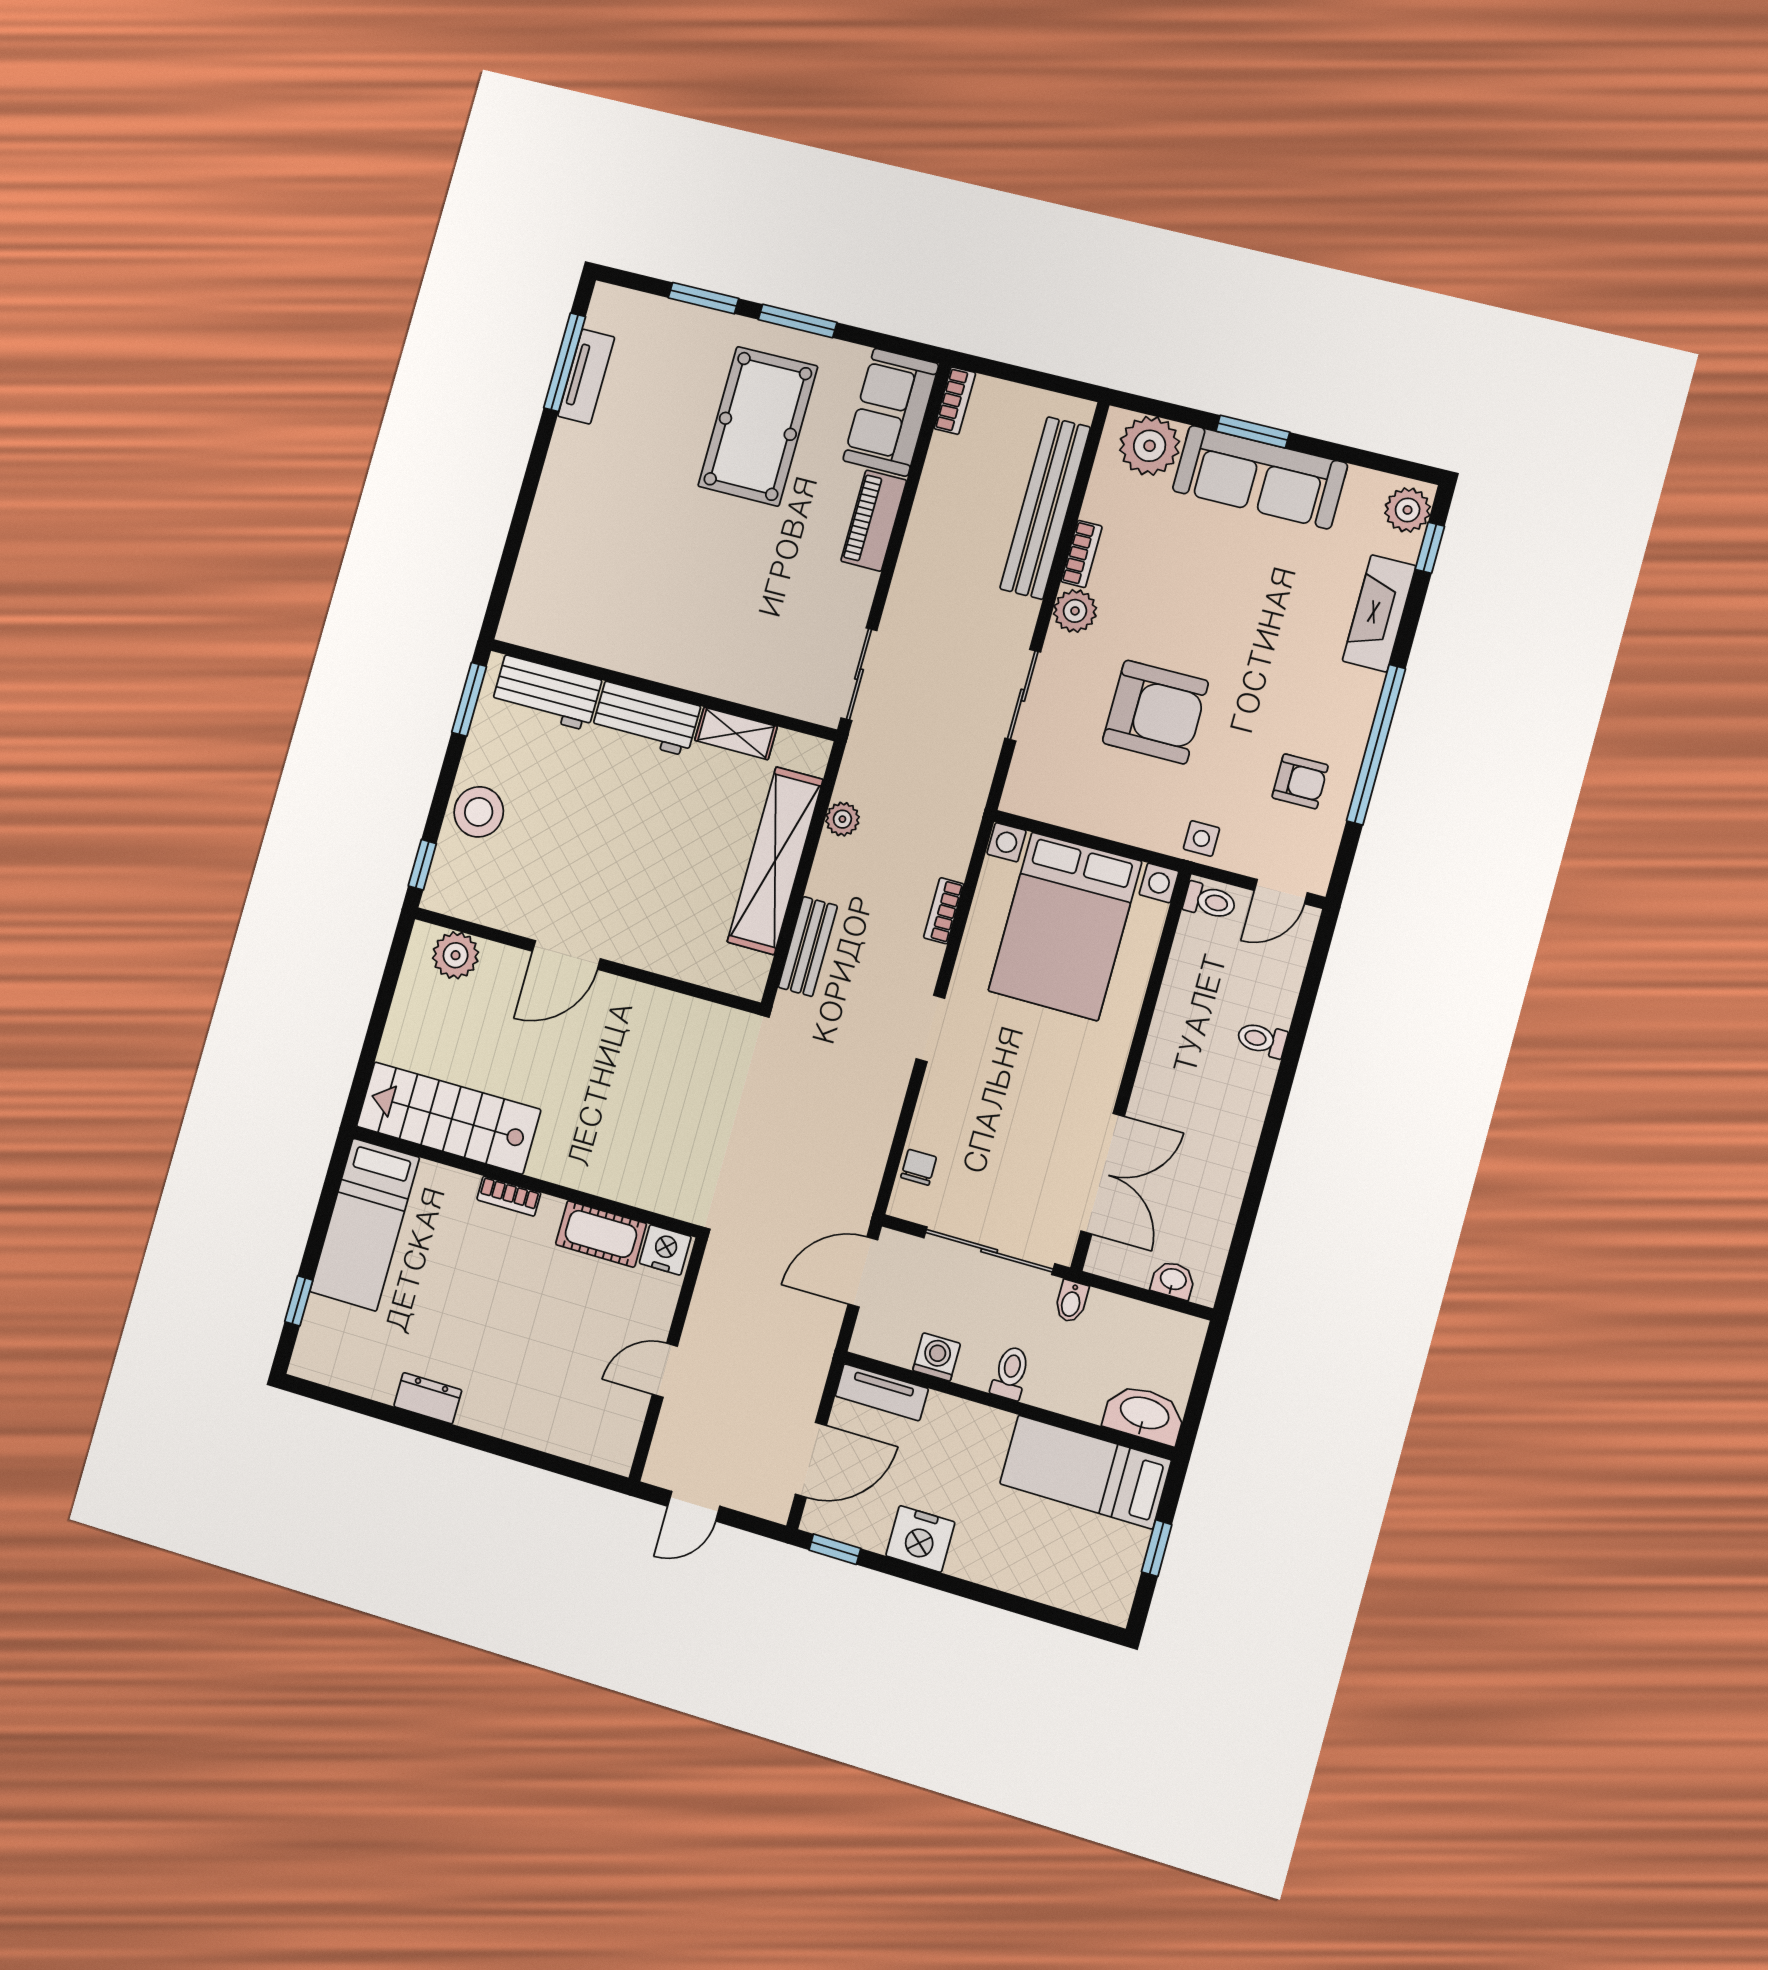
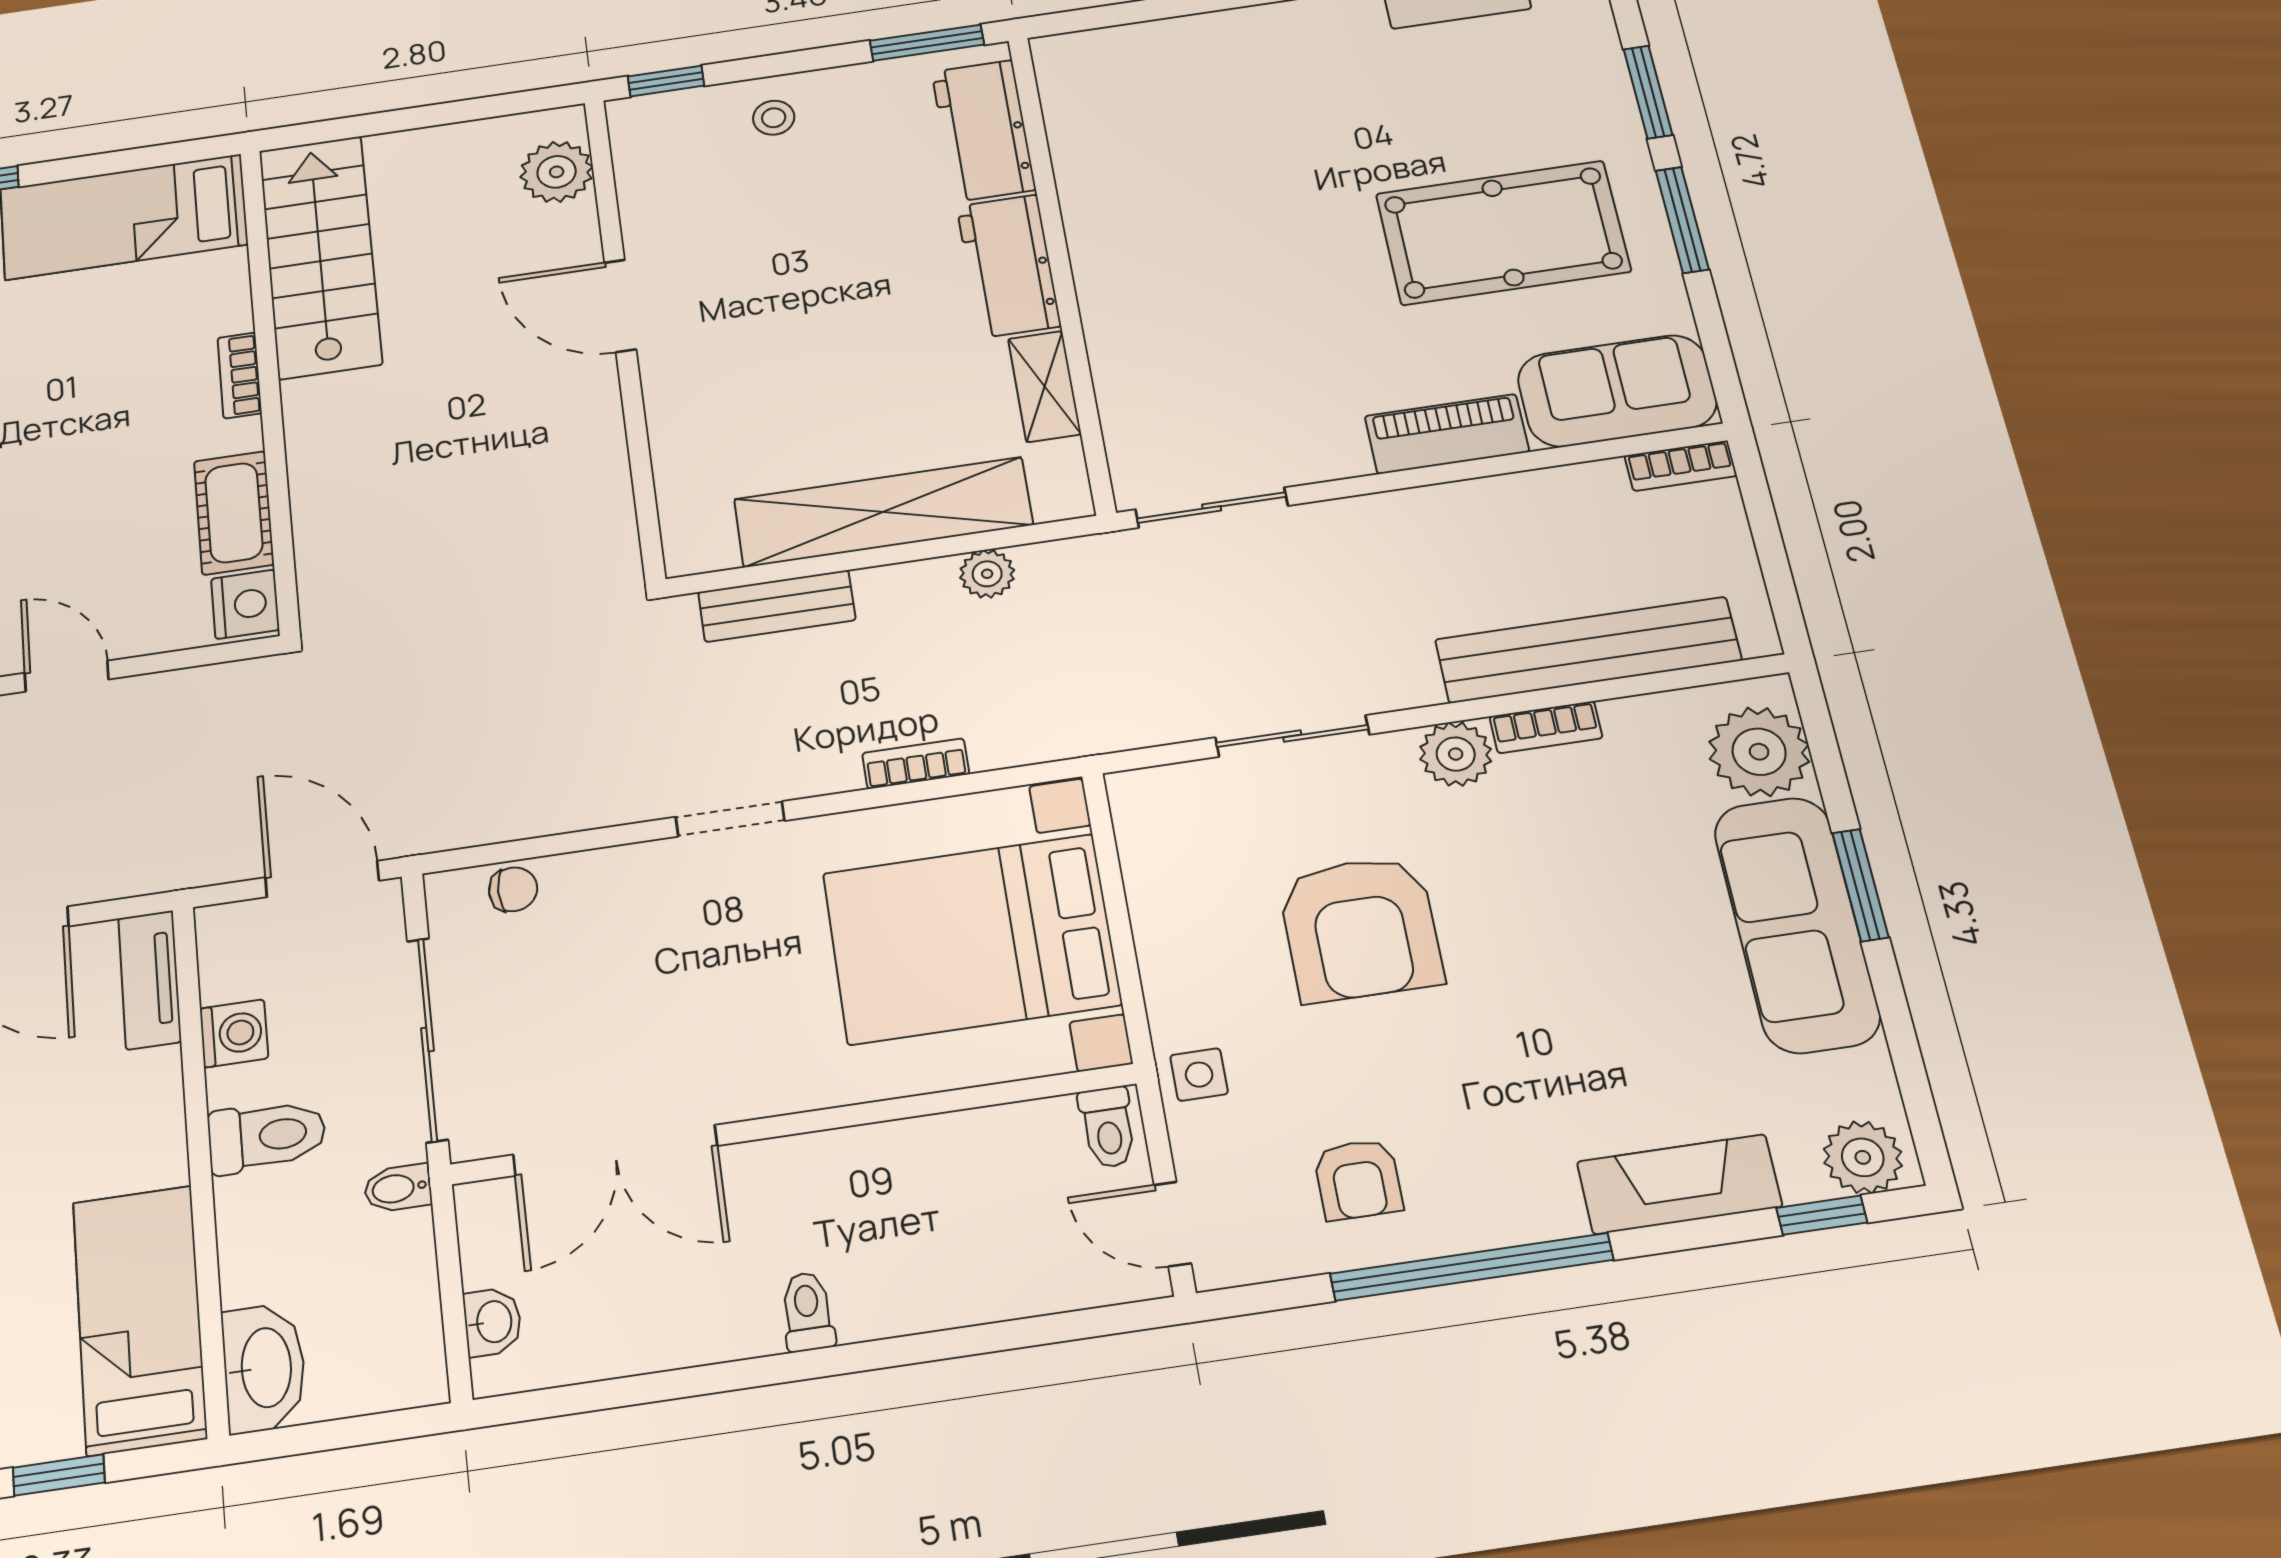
stool: (479, 812) -> (774, 118), width x0.53, depth x0.53
toilet: (1262, 1040) -> (807, 1312), moved
toilet: (1010, 1373) -> (267, 1136), width x1.37, depth x1.39

